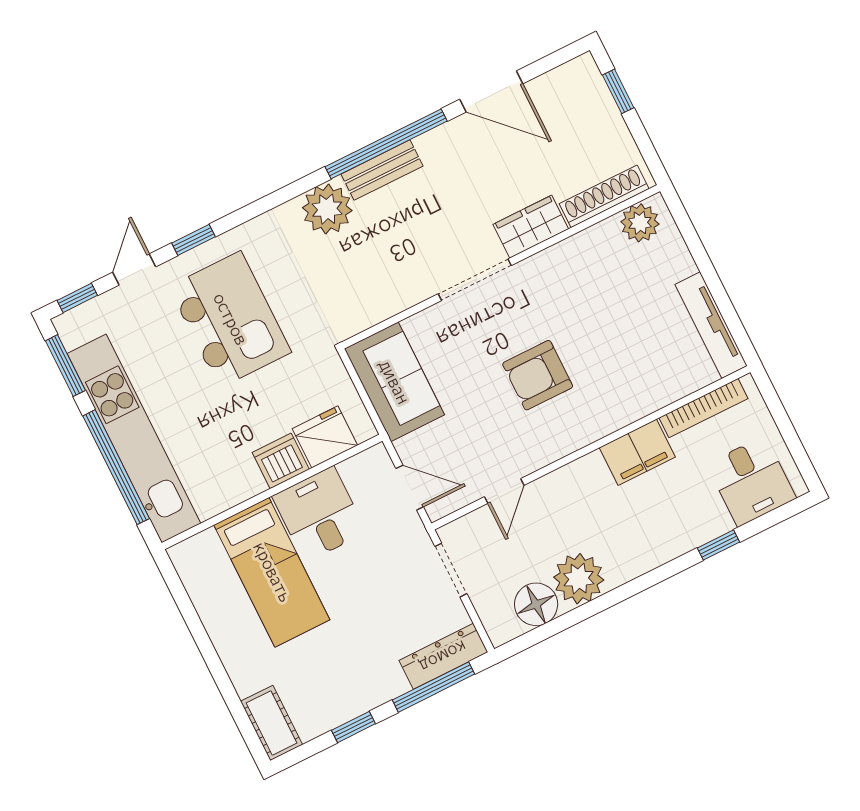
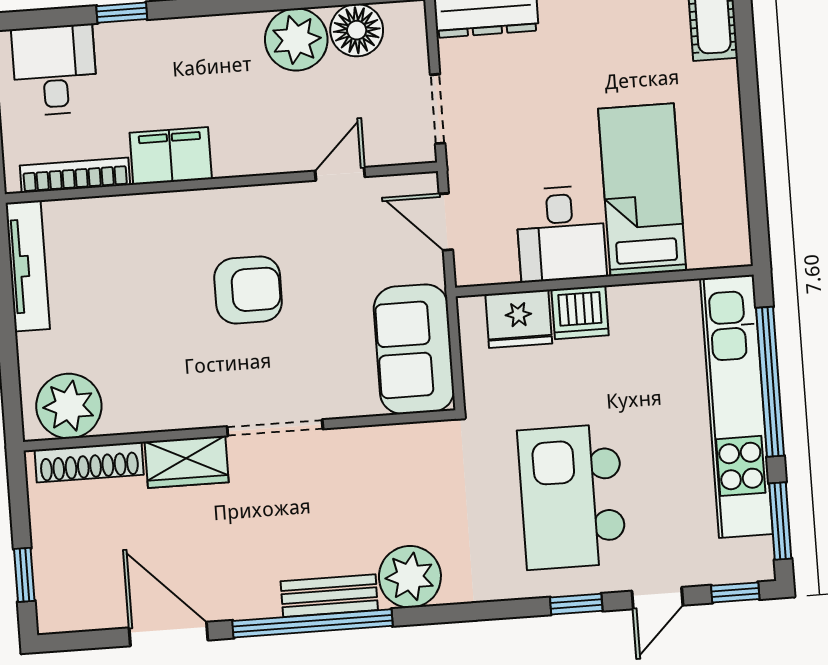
plant: (640, 223) -> (69, 406), width x1.36, depth x1.36

